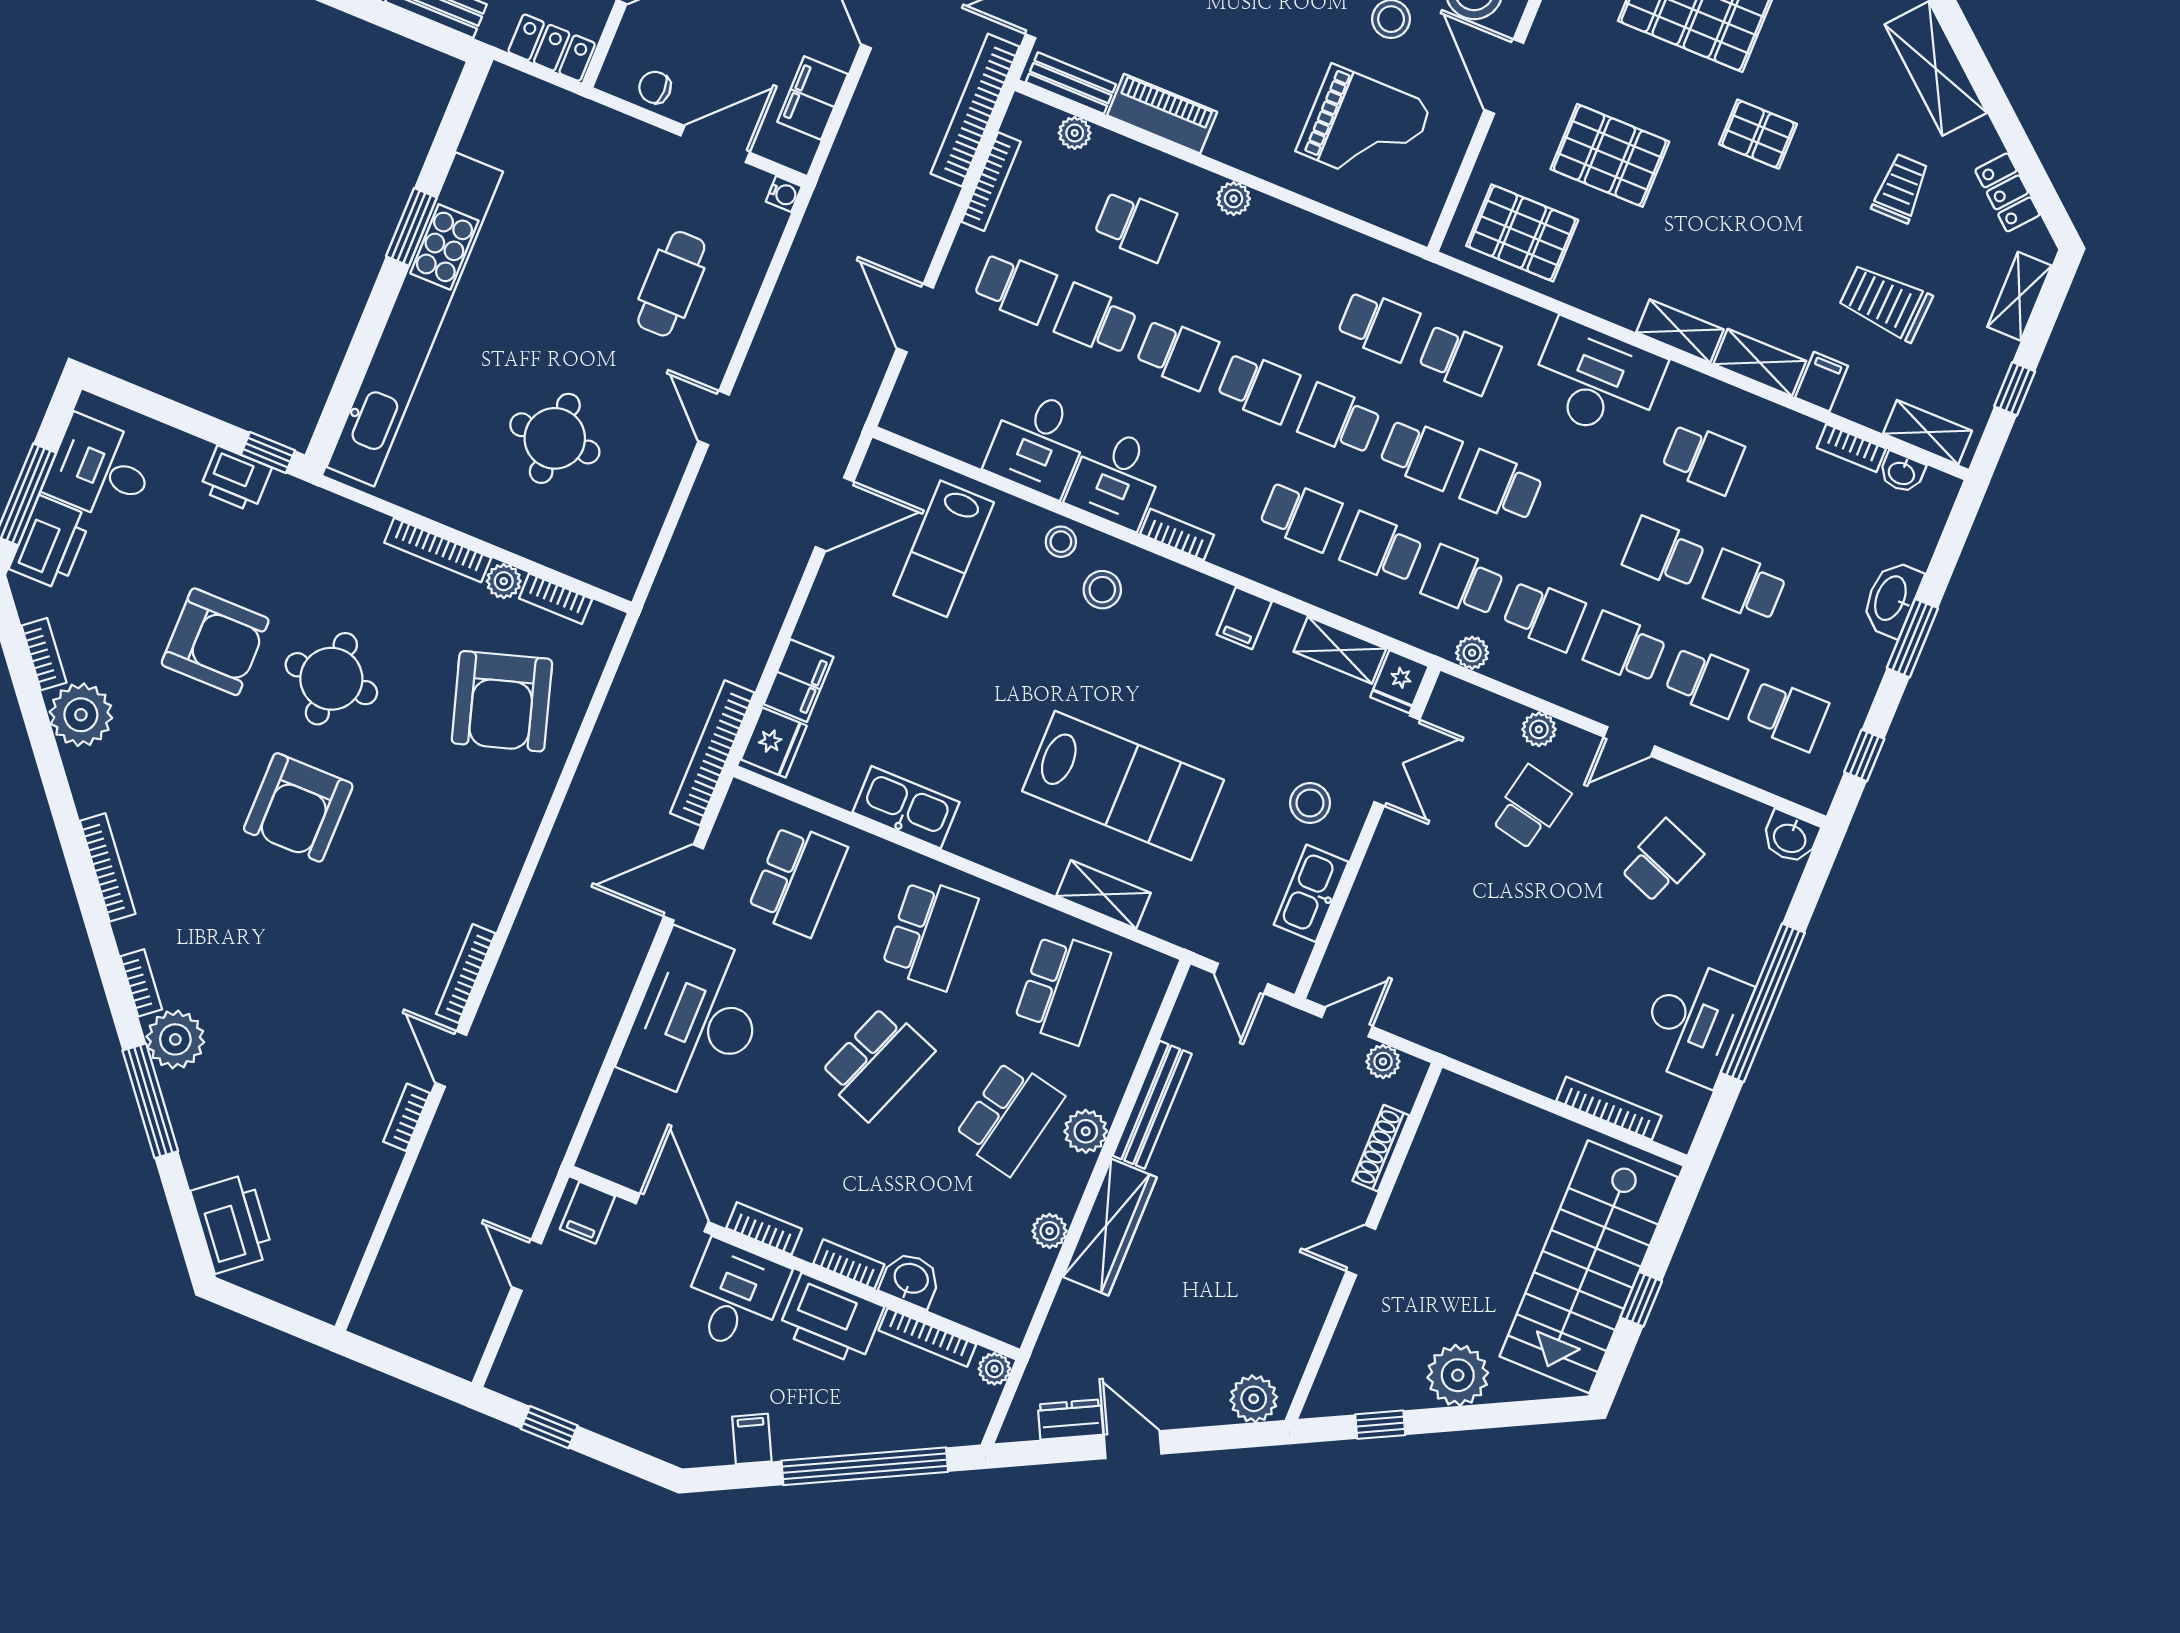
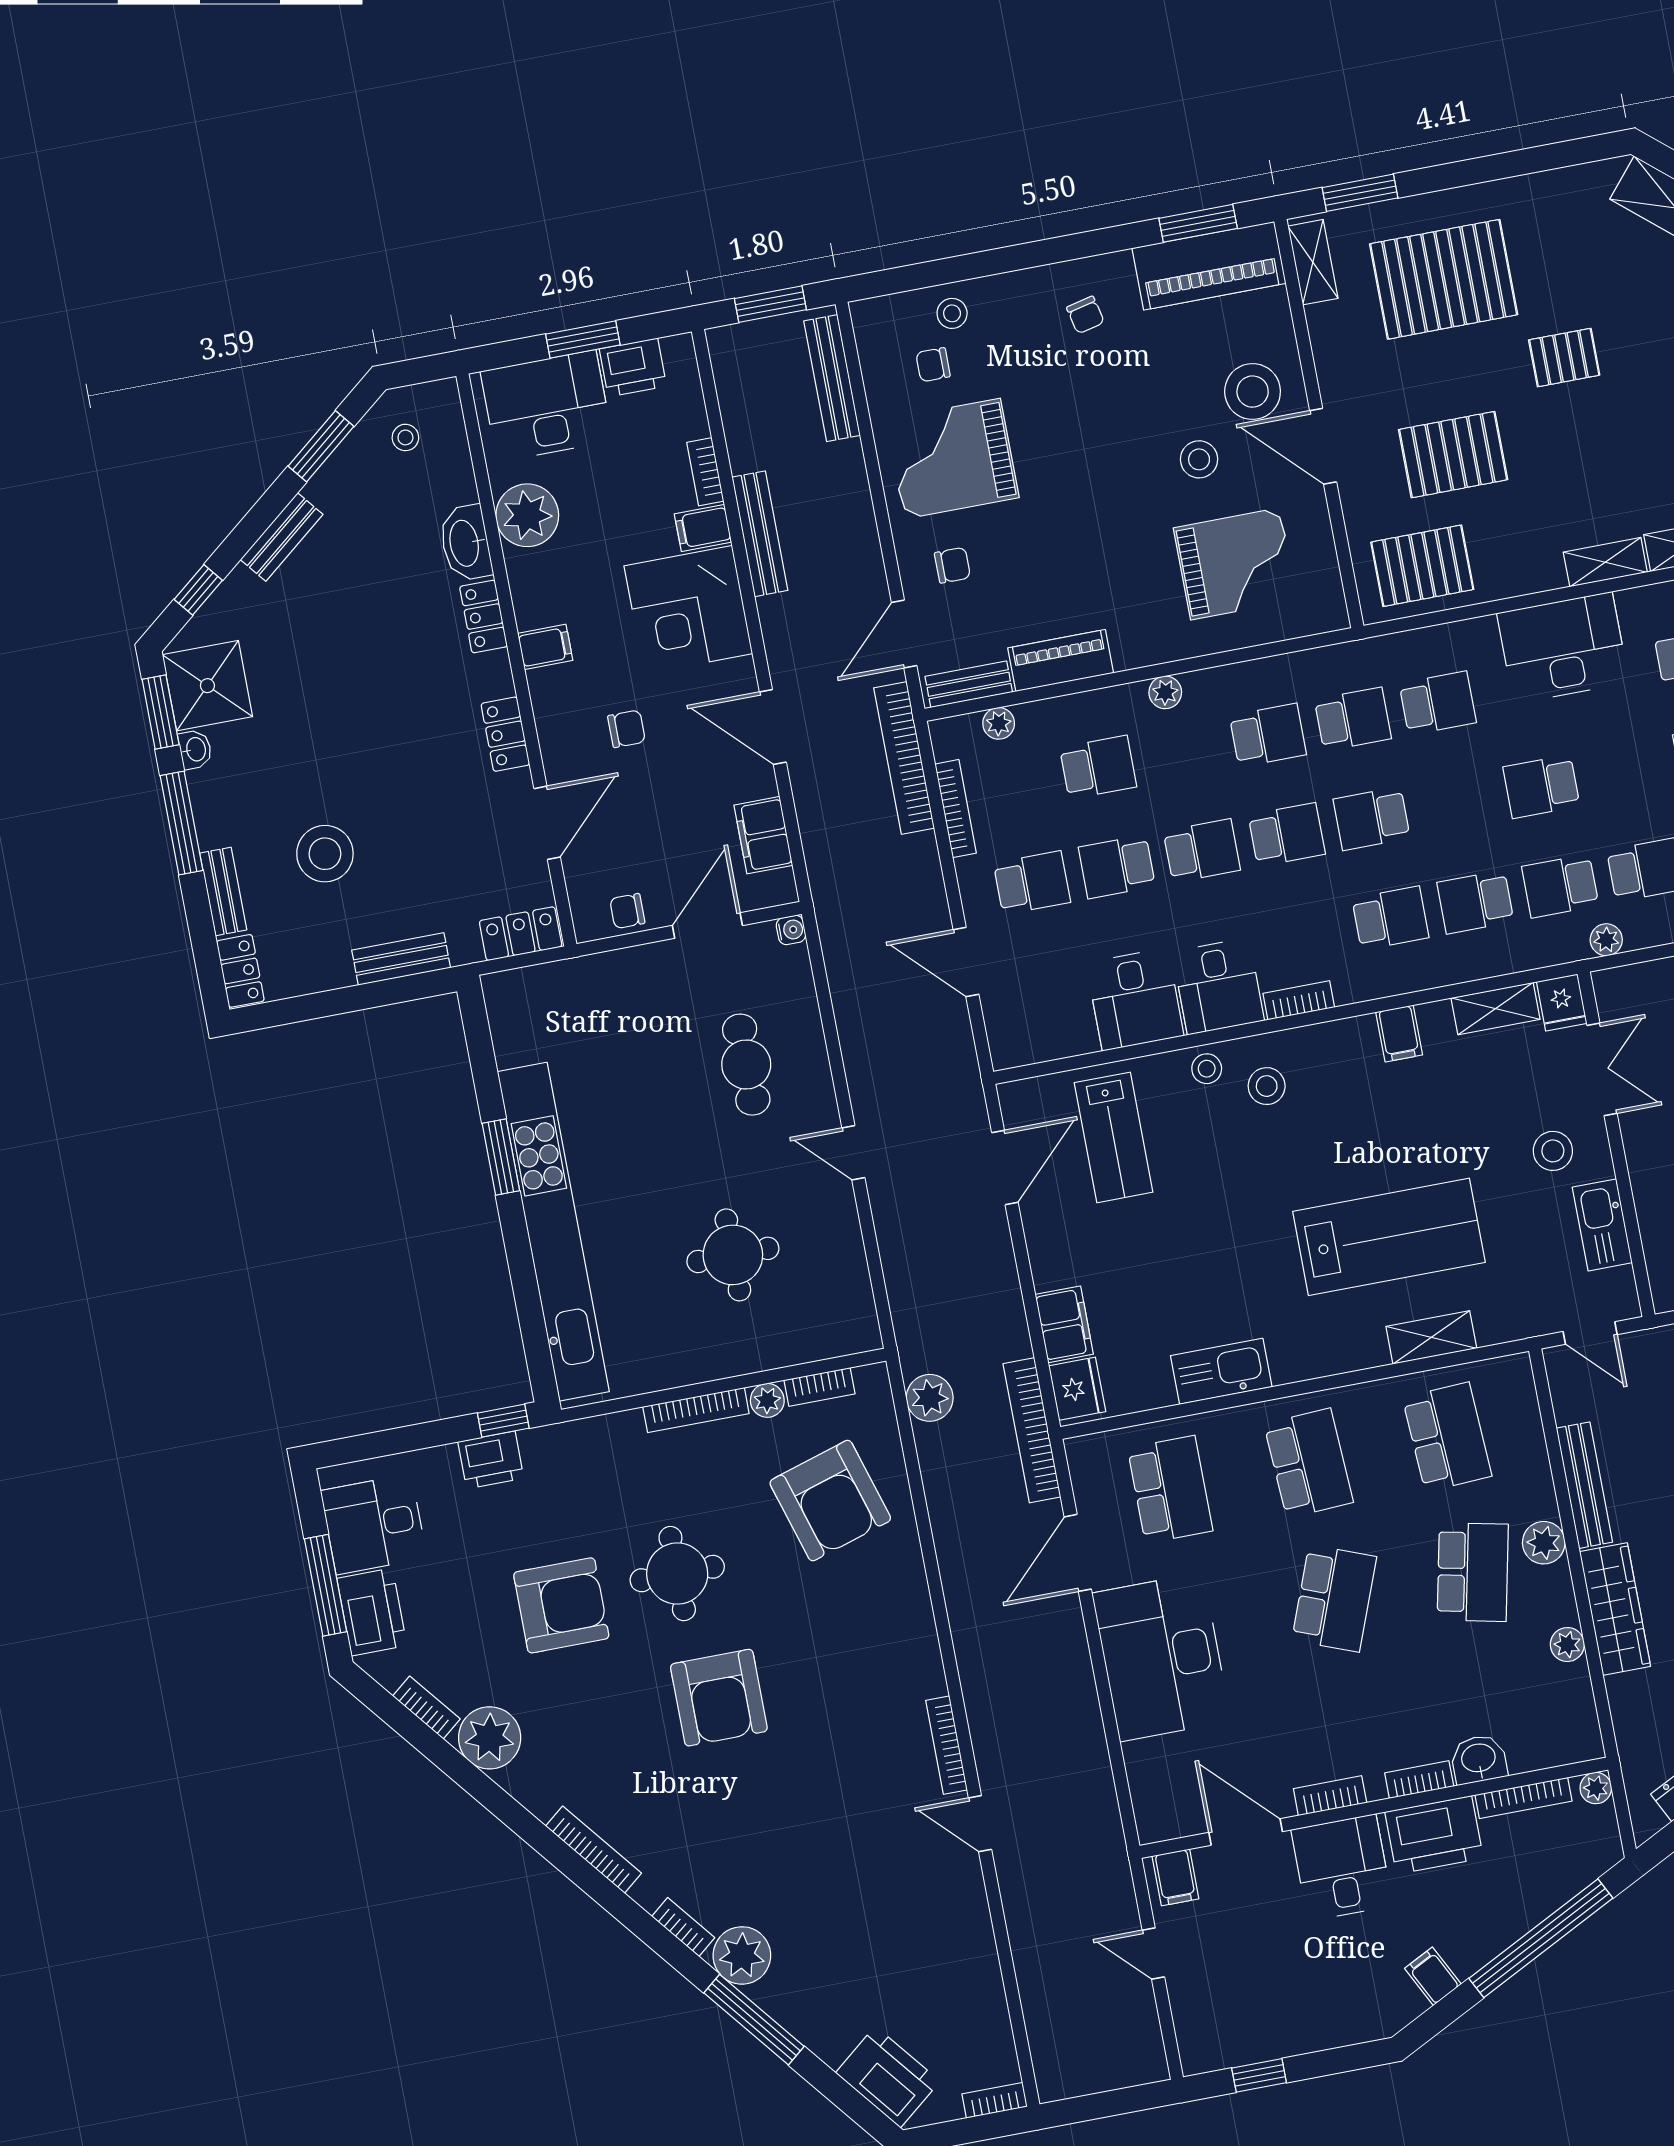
school desk: (1421, 453) -> (1268, 735), moved
plant: (643, 669) -> (930, 1398), added
bookcase: (407, 1117) -> (995, 2100), moved, turned 90

